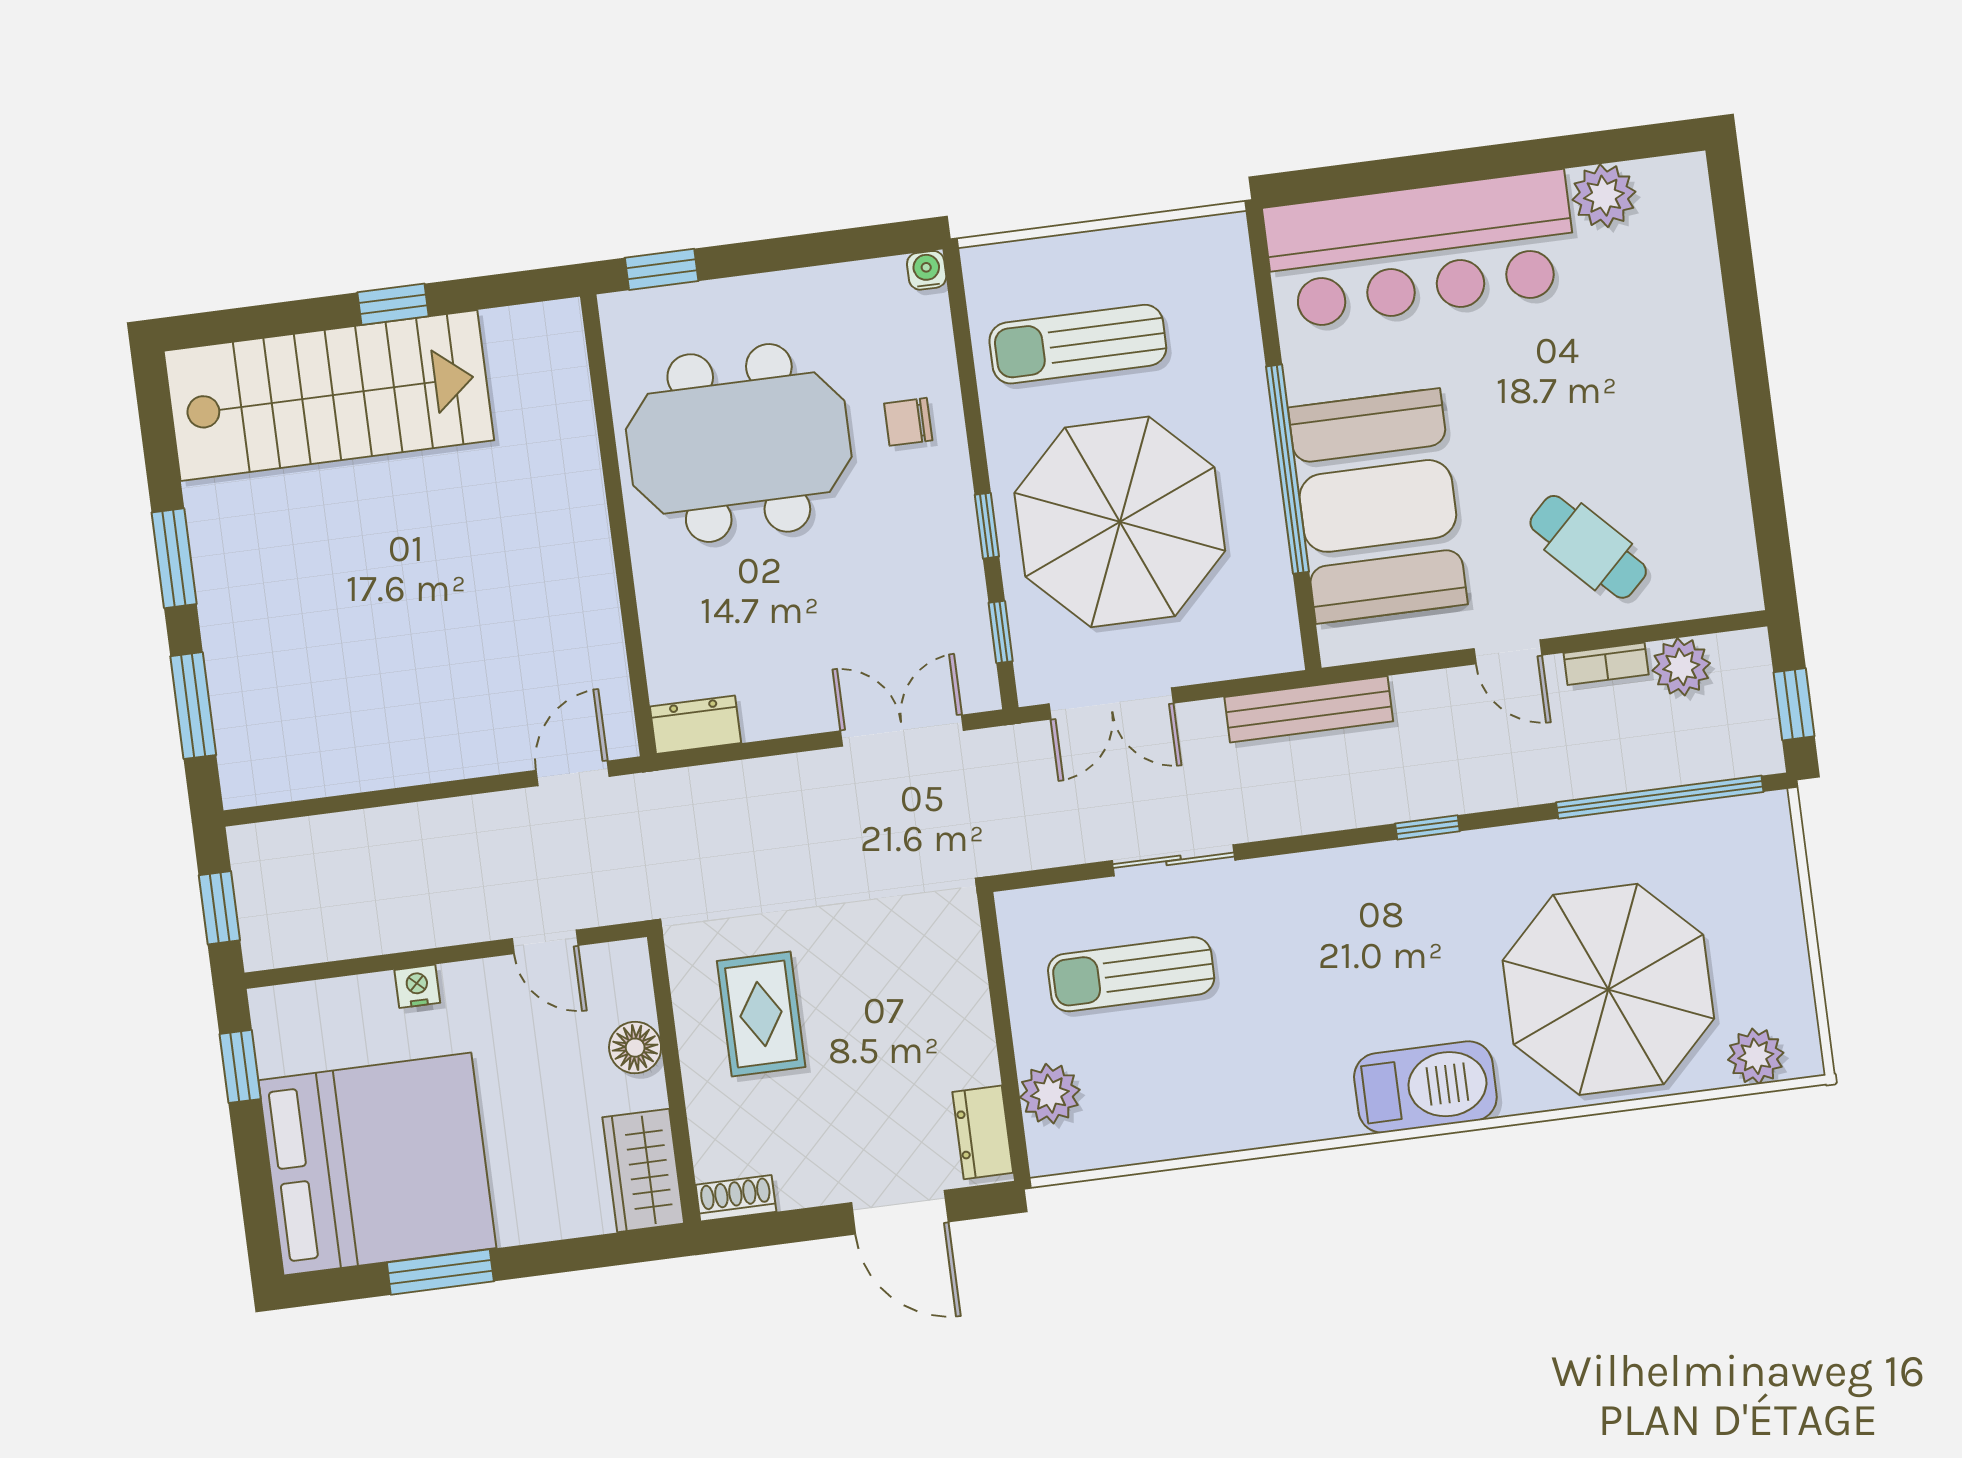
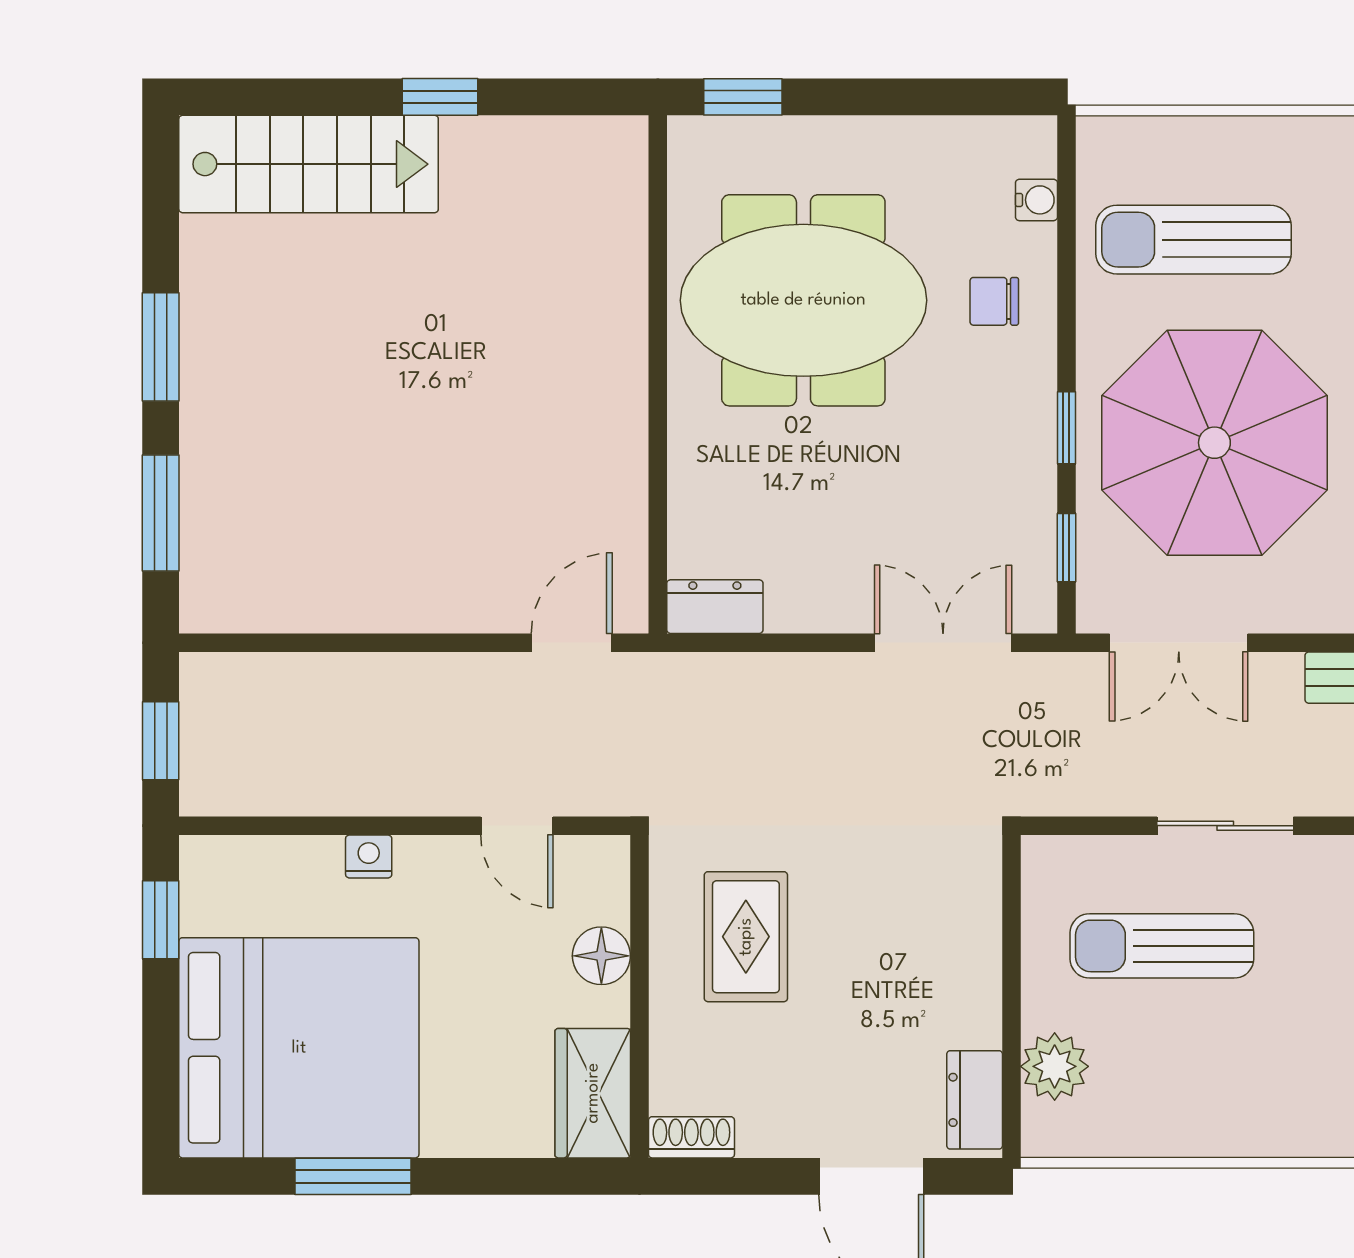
water cooler: (927, 270) -> (1036, 200), moved, turned 90
stairs: (329, 396) -> (309, 164), width x0.73, depth x0.66

